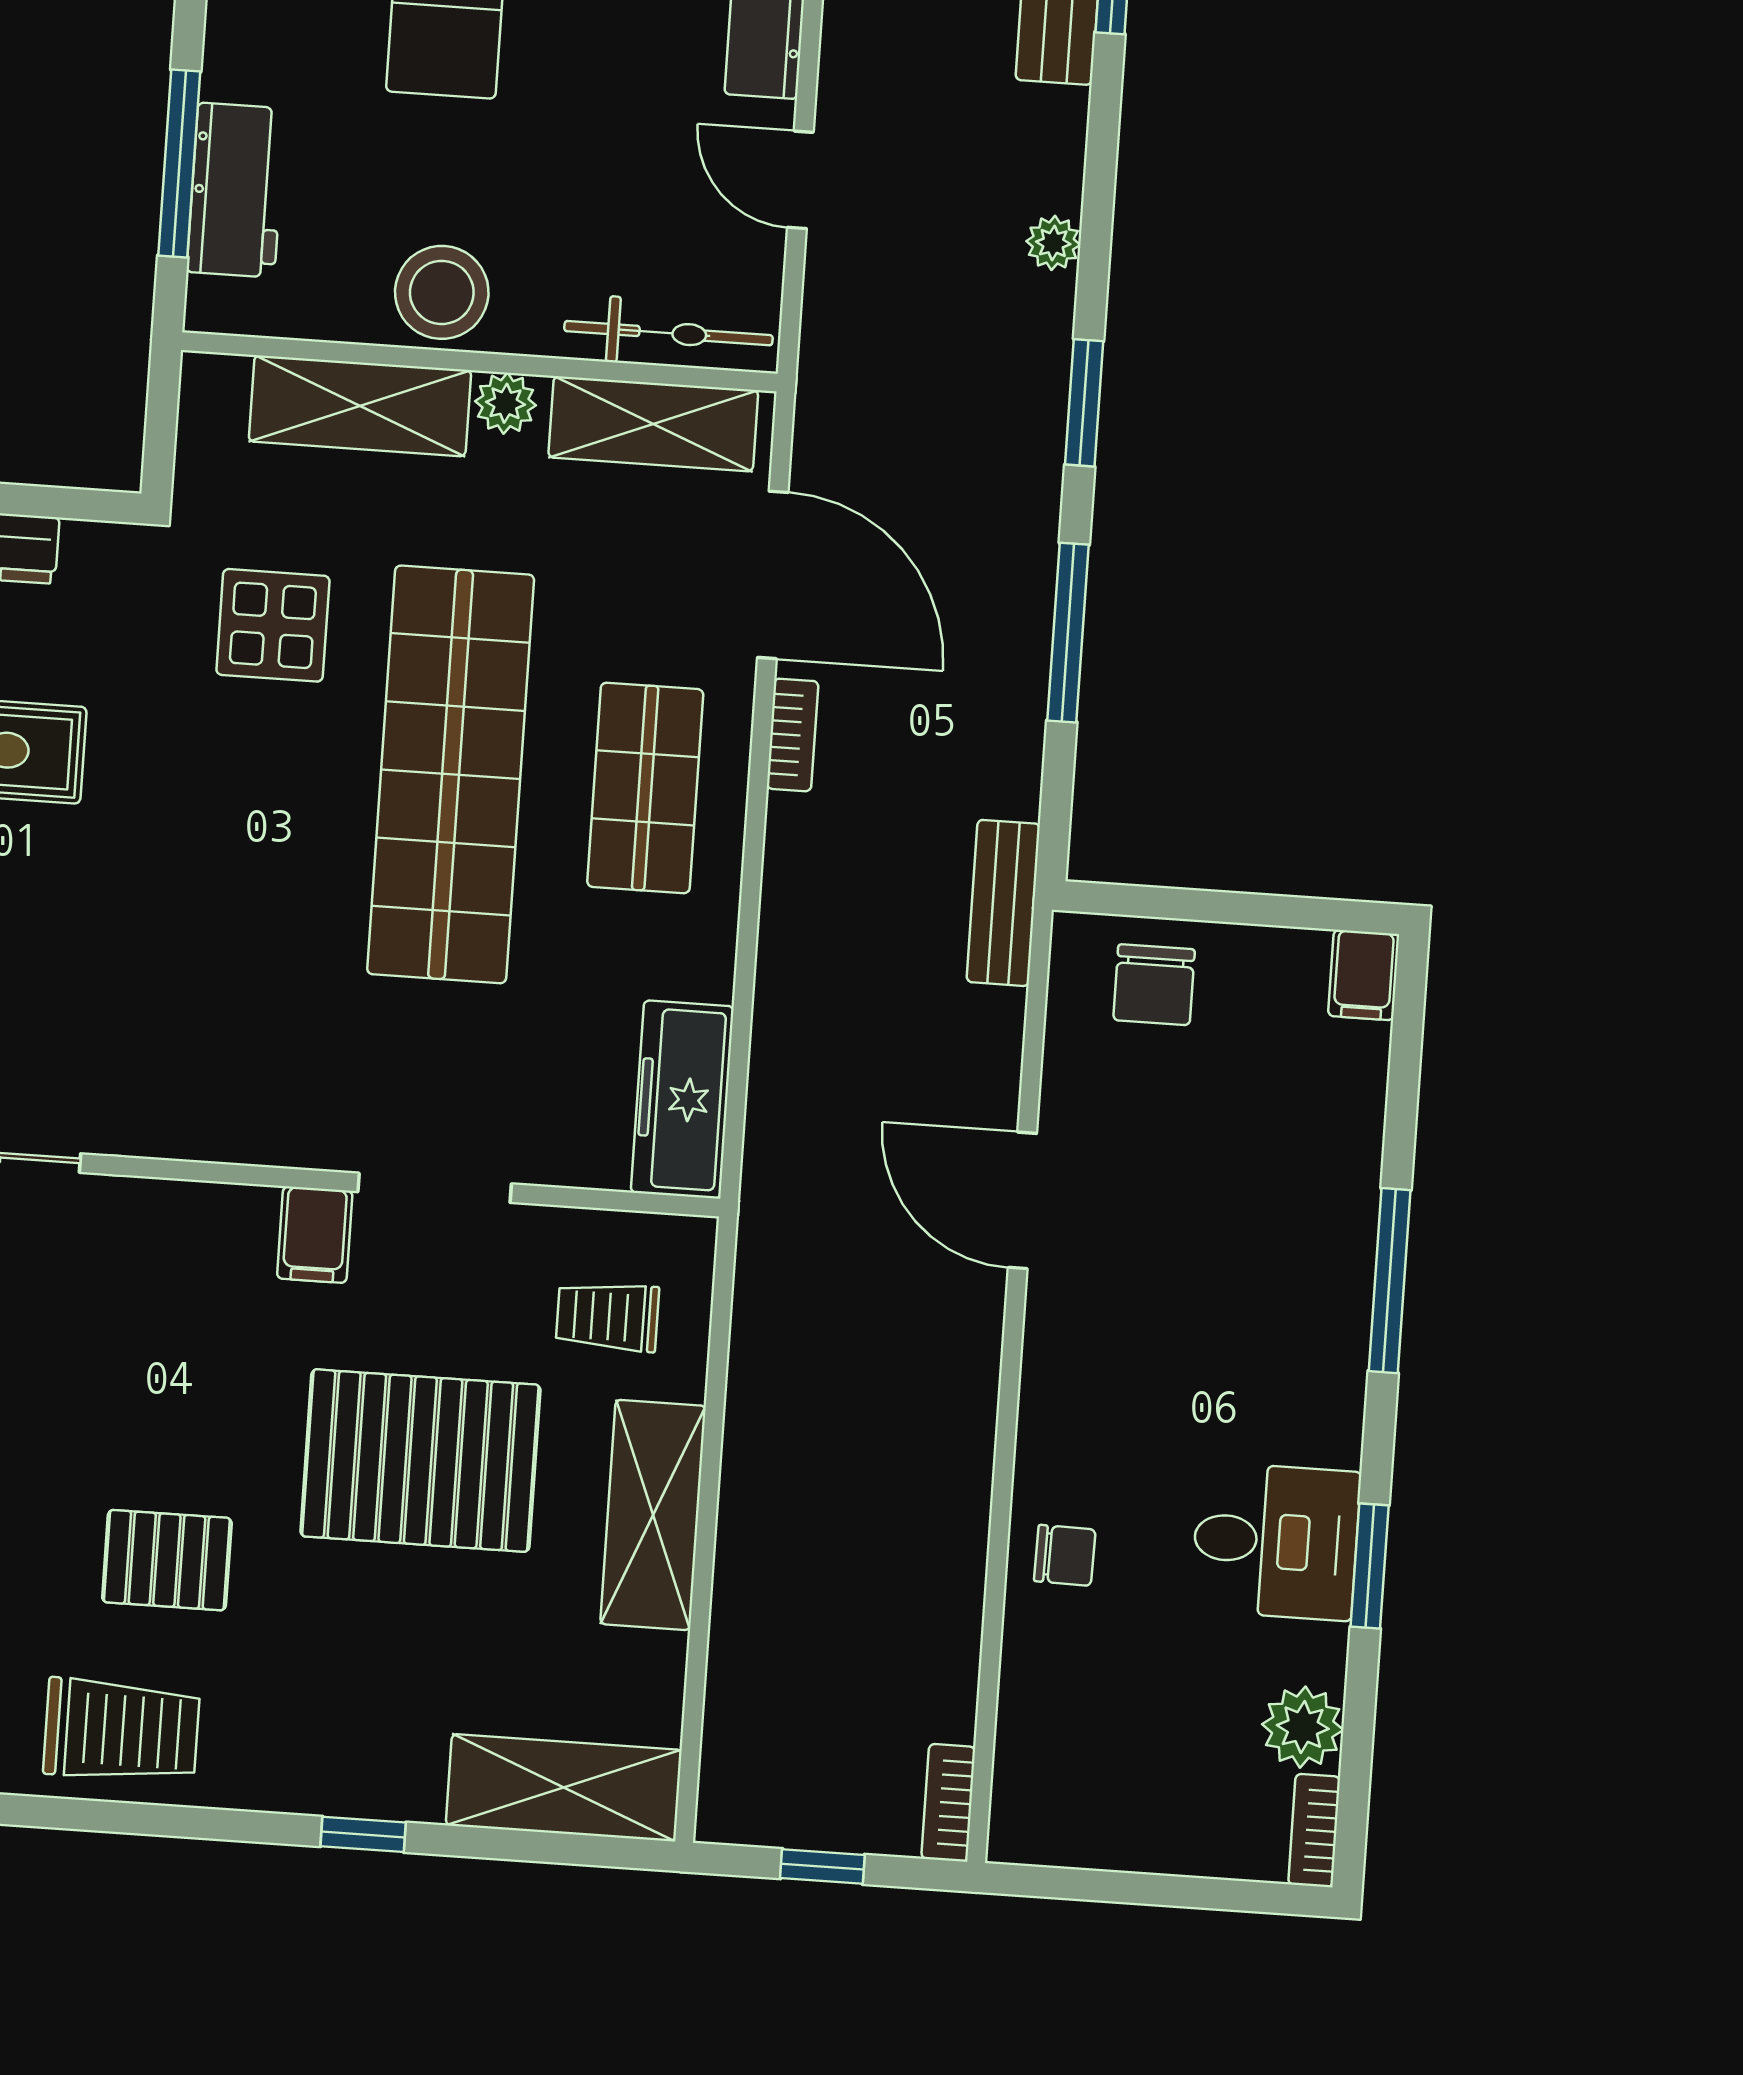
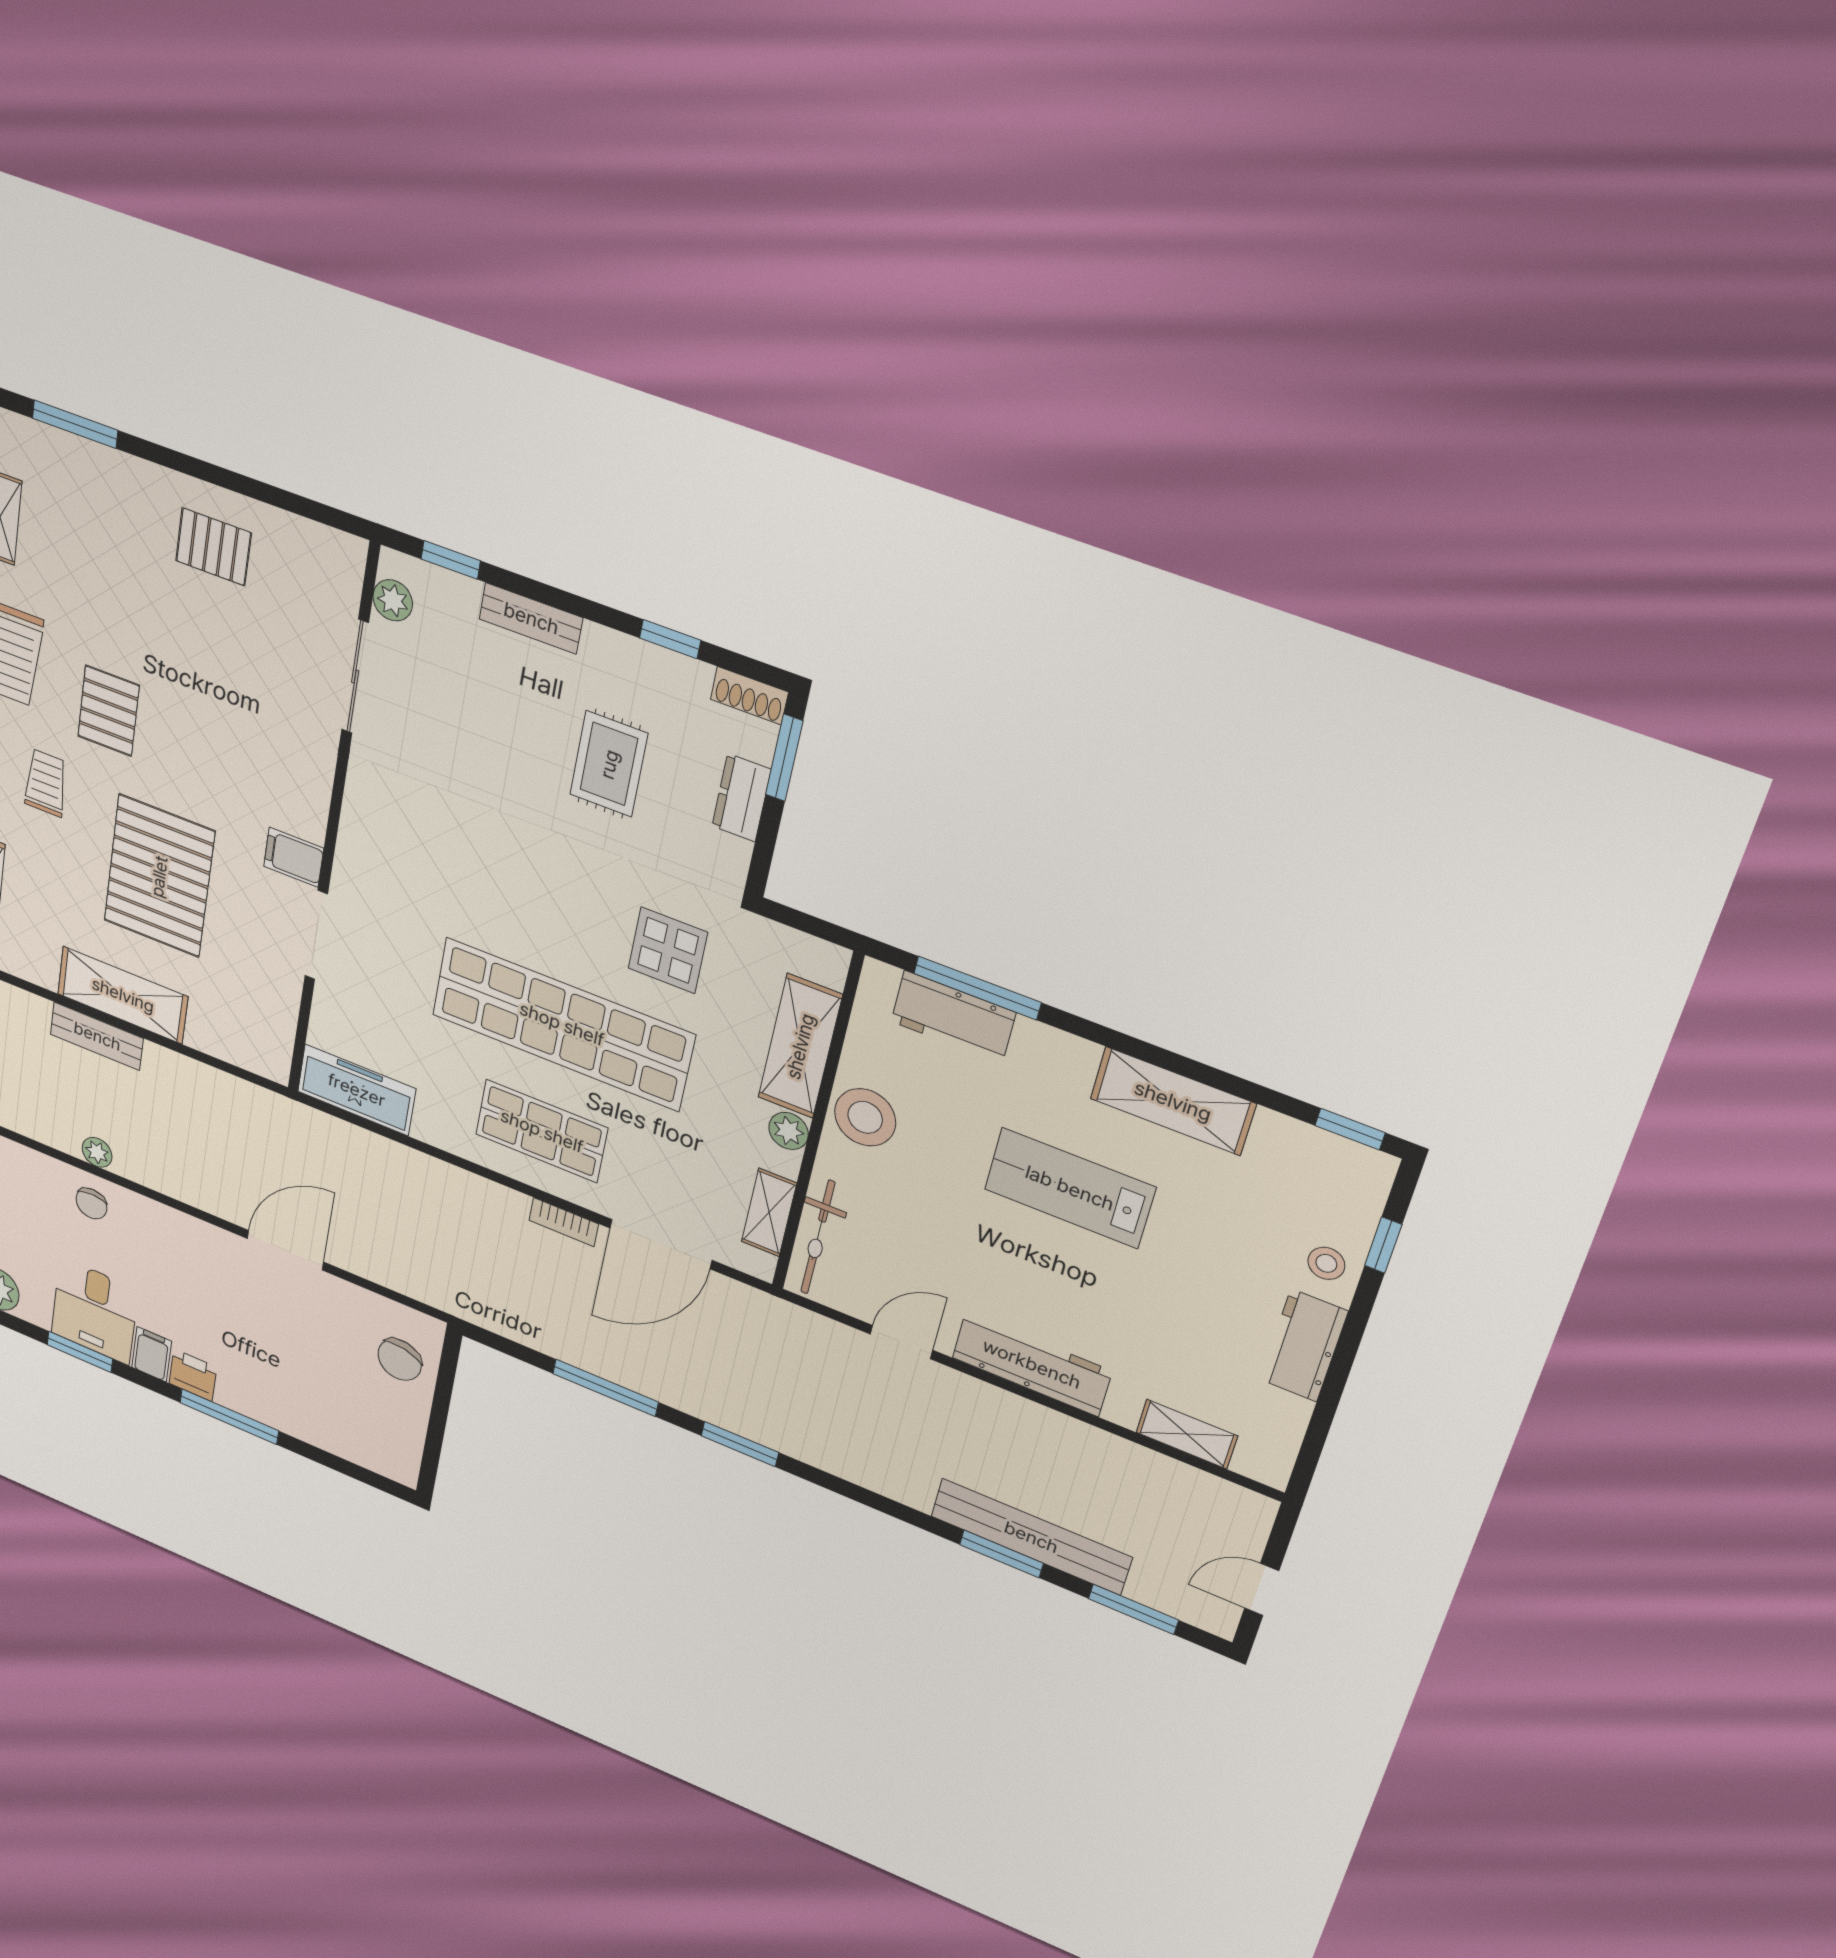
plant: (1053, 243) -> (97, 1152), moved
shelving: (653, 424) -> (769, 1212), width x0.67, depth x0.75
bench: (1003, 903) -> (97, 1036), moved
filing cabinet: (1364, 975) -> (152, 1354), moved, turned 90
chair: (1154, 985) -> (400, 1360), turned -78
trolley: (607, 1316) -> (46, 783), moved
printer: (1333, 1352) -> (193, 1375), added

